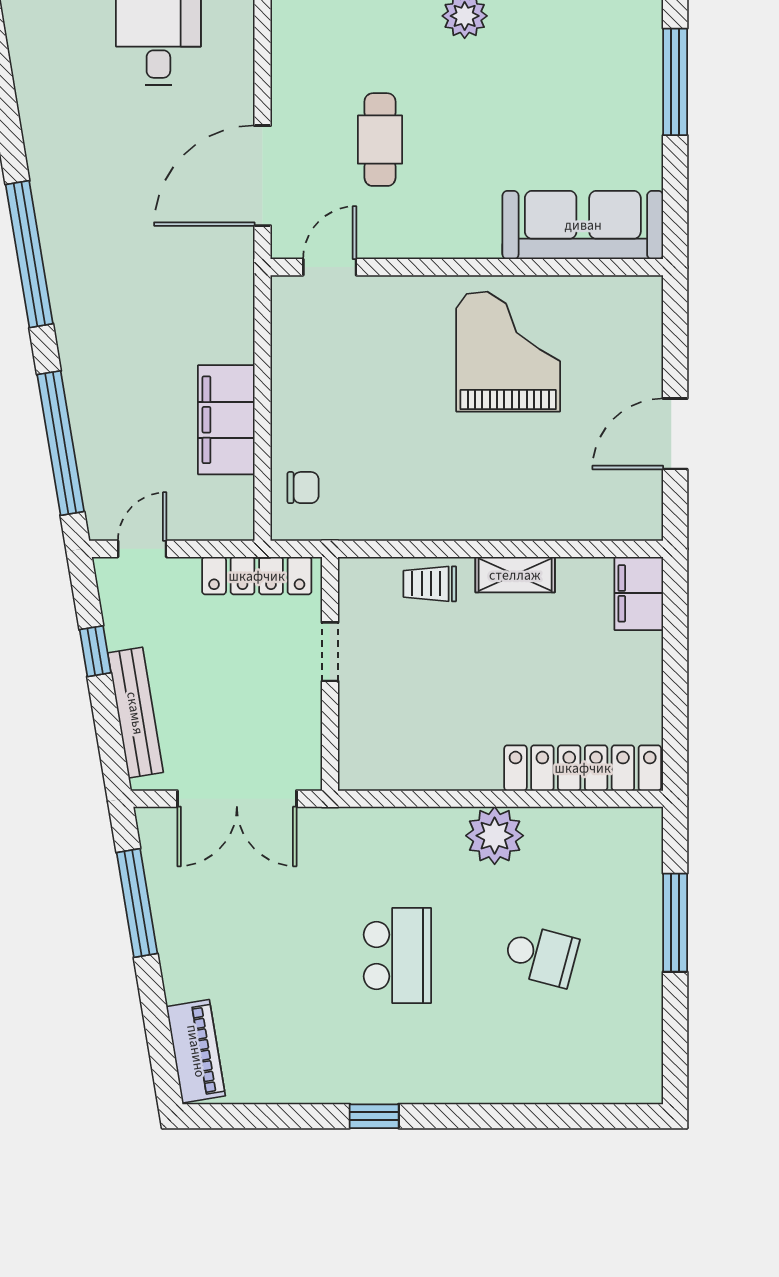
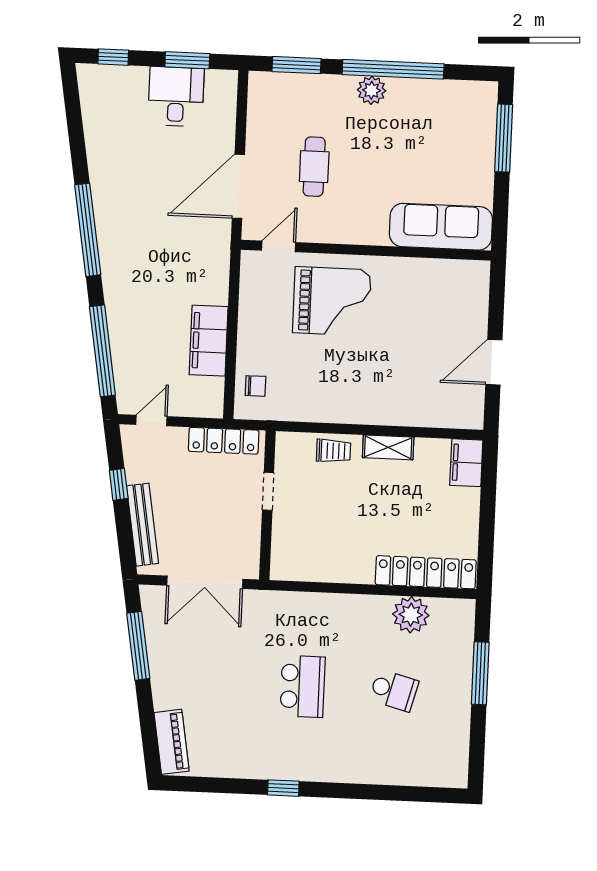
grand piano: (508, 352) -> (332, 301), moved, turned 90
trolley: (430, 584) -> (333, 451), turned 180
plant: (495, 836) -> (411, 615), moved

